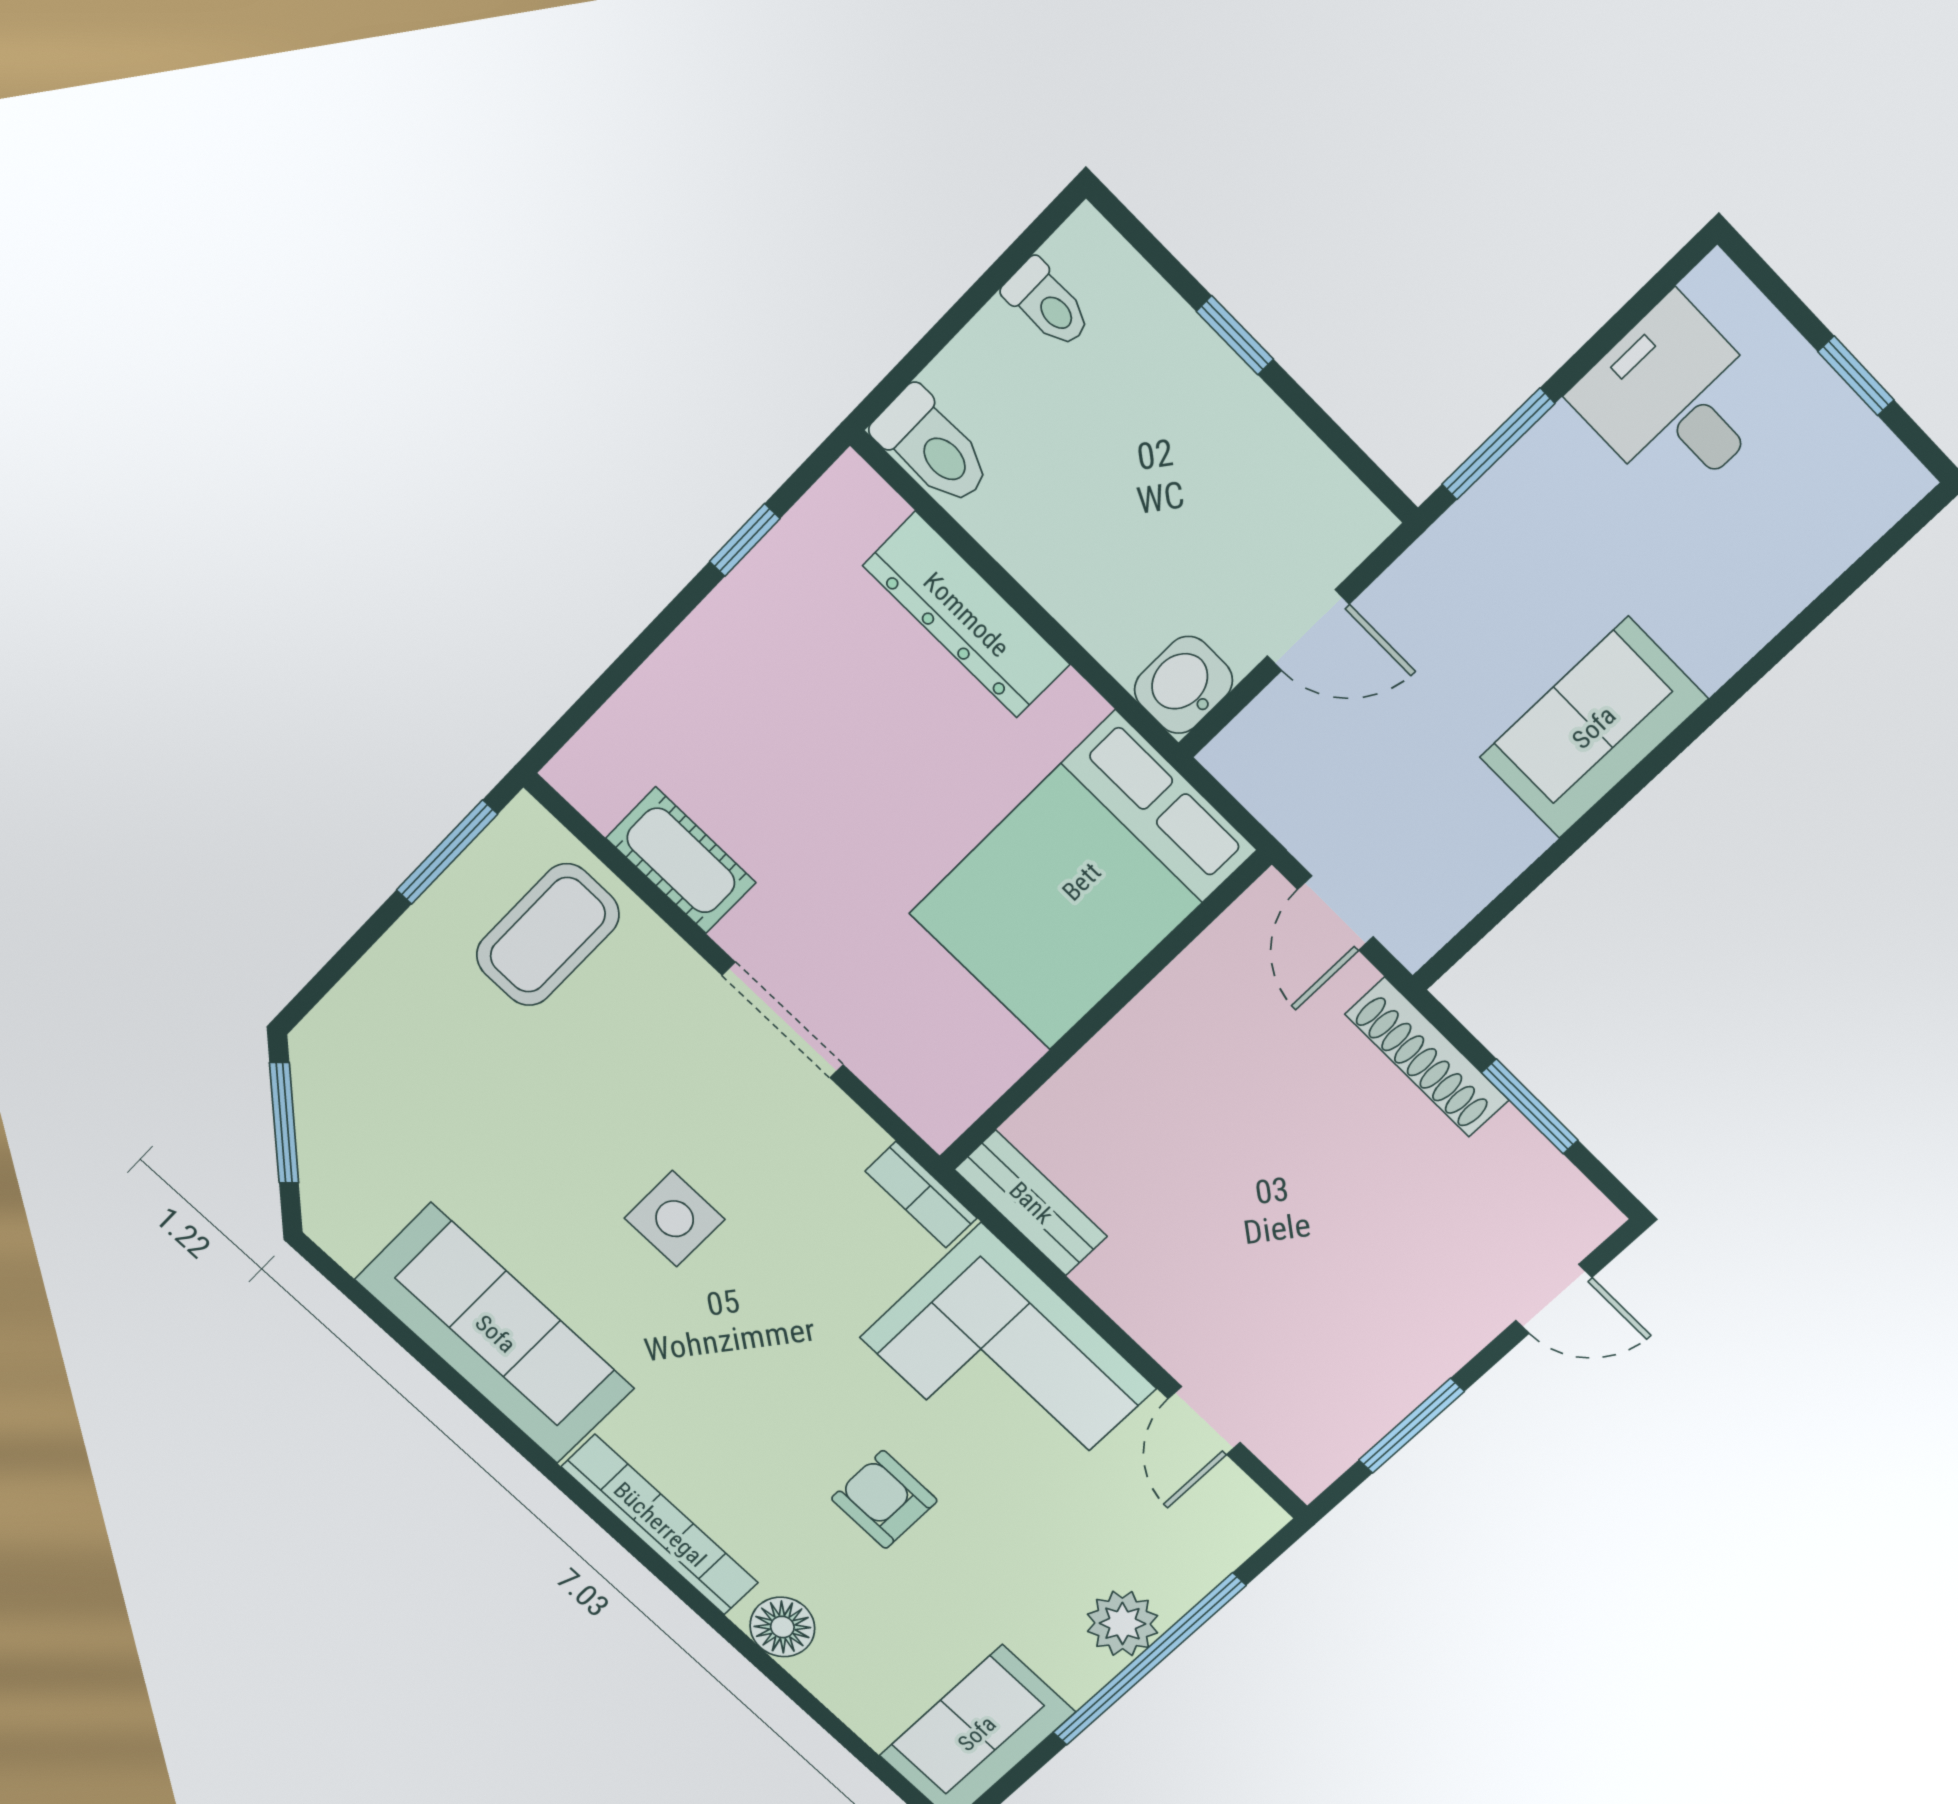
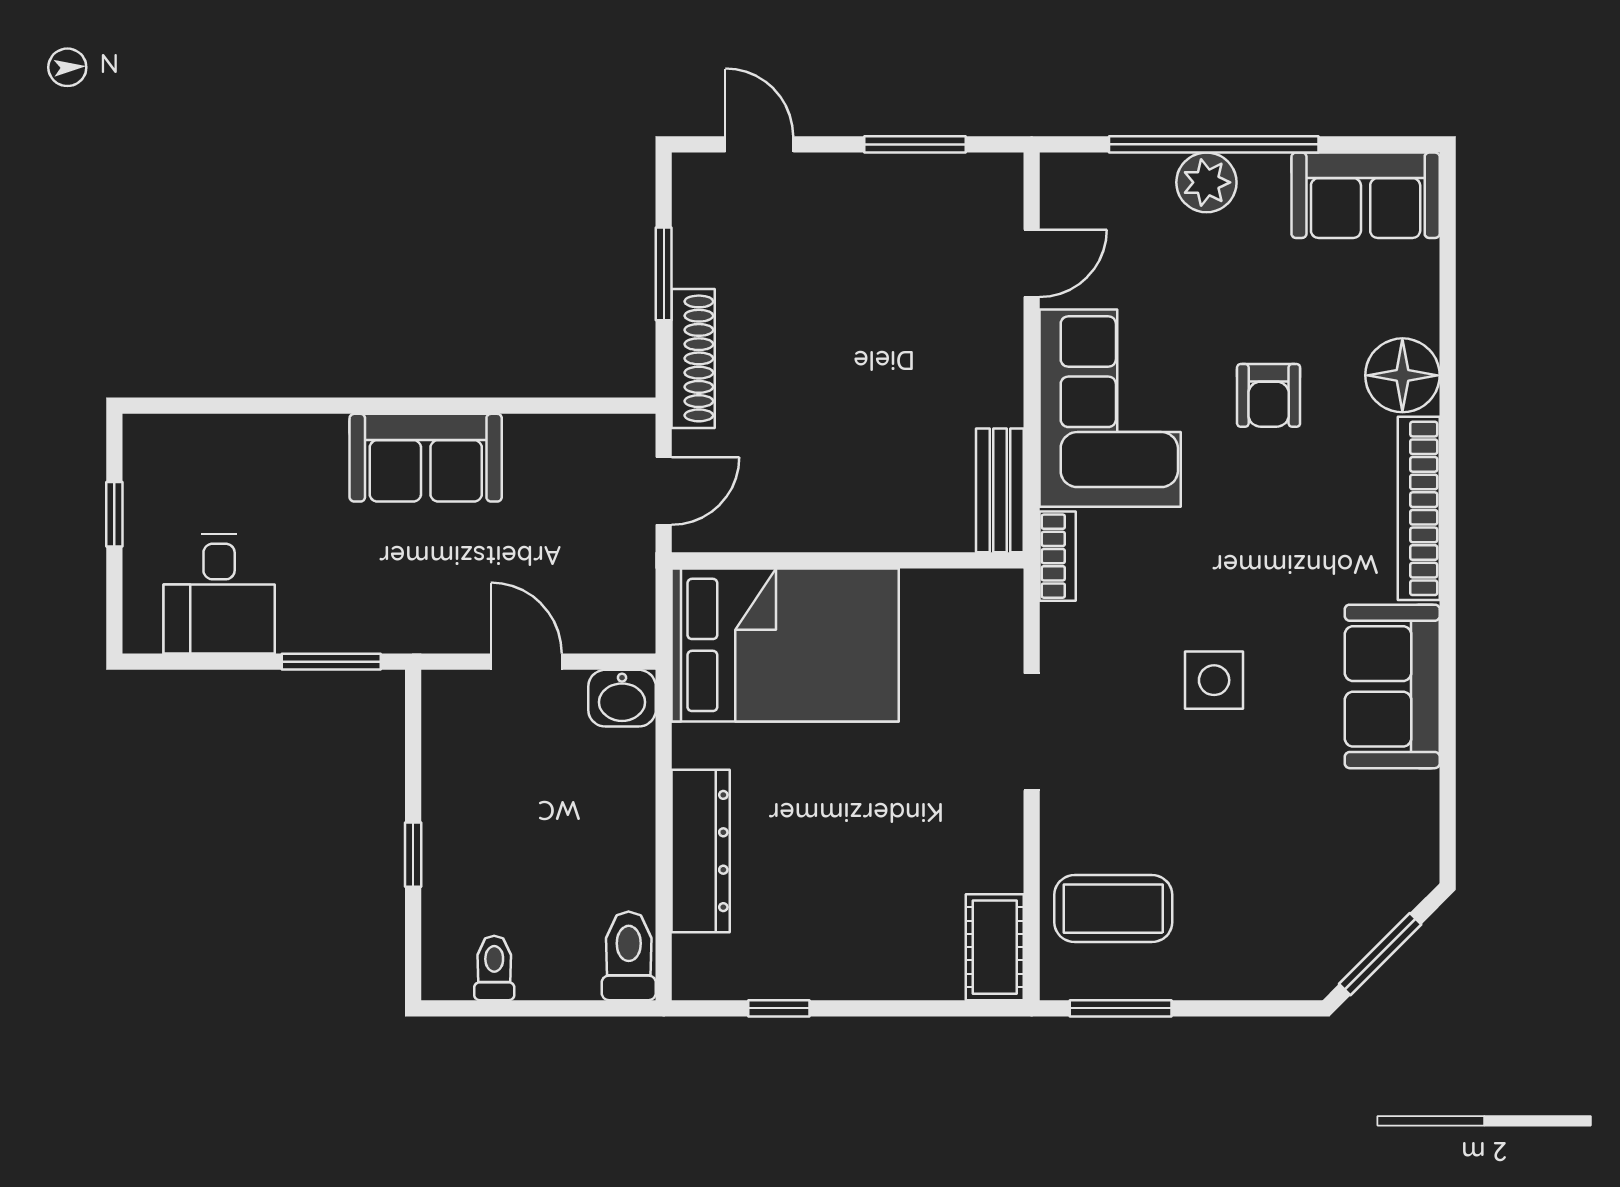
cot: (681, 860) -> (995, 947), moved
sofa: (495, 1334) -> (1392, 686), width x0.73
floor lamp: (782, 1627) -> (1402, 375), width x1.38, depth x1.38

